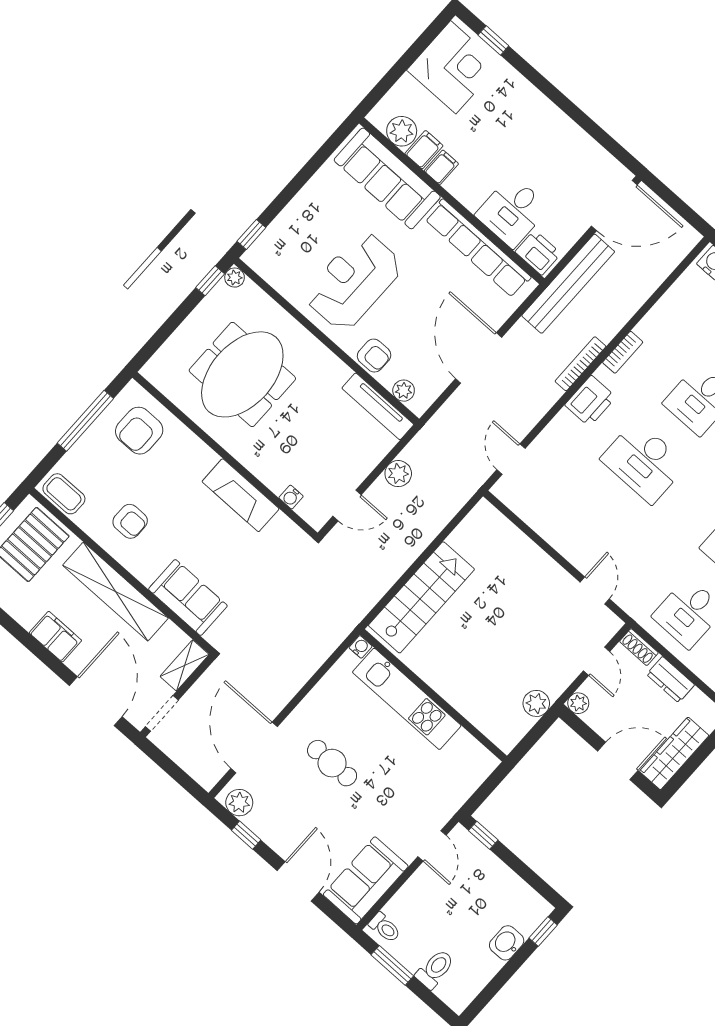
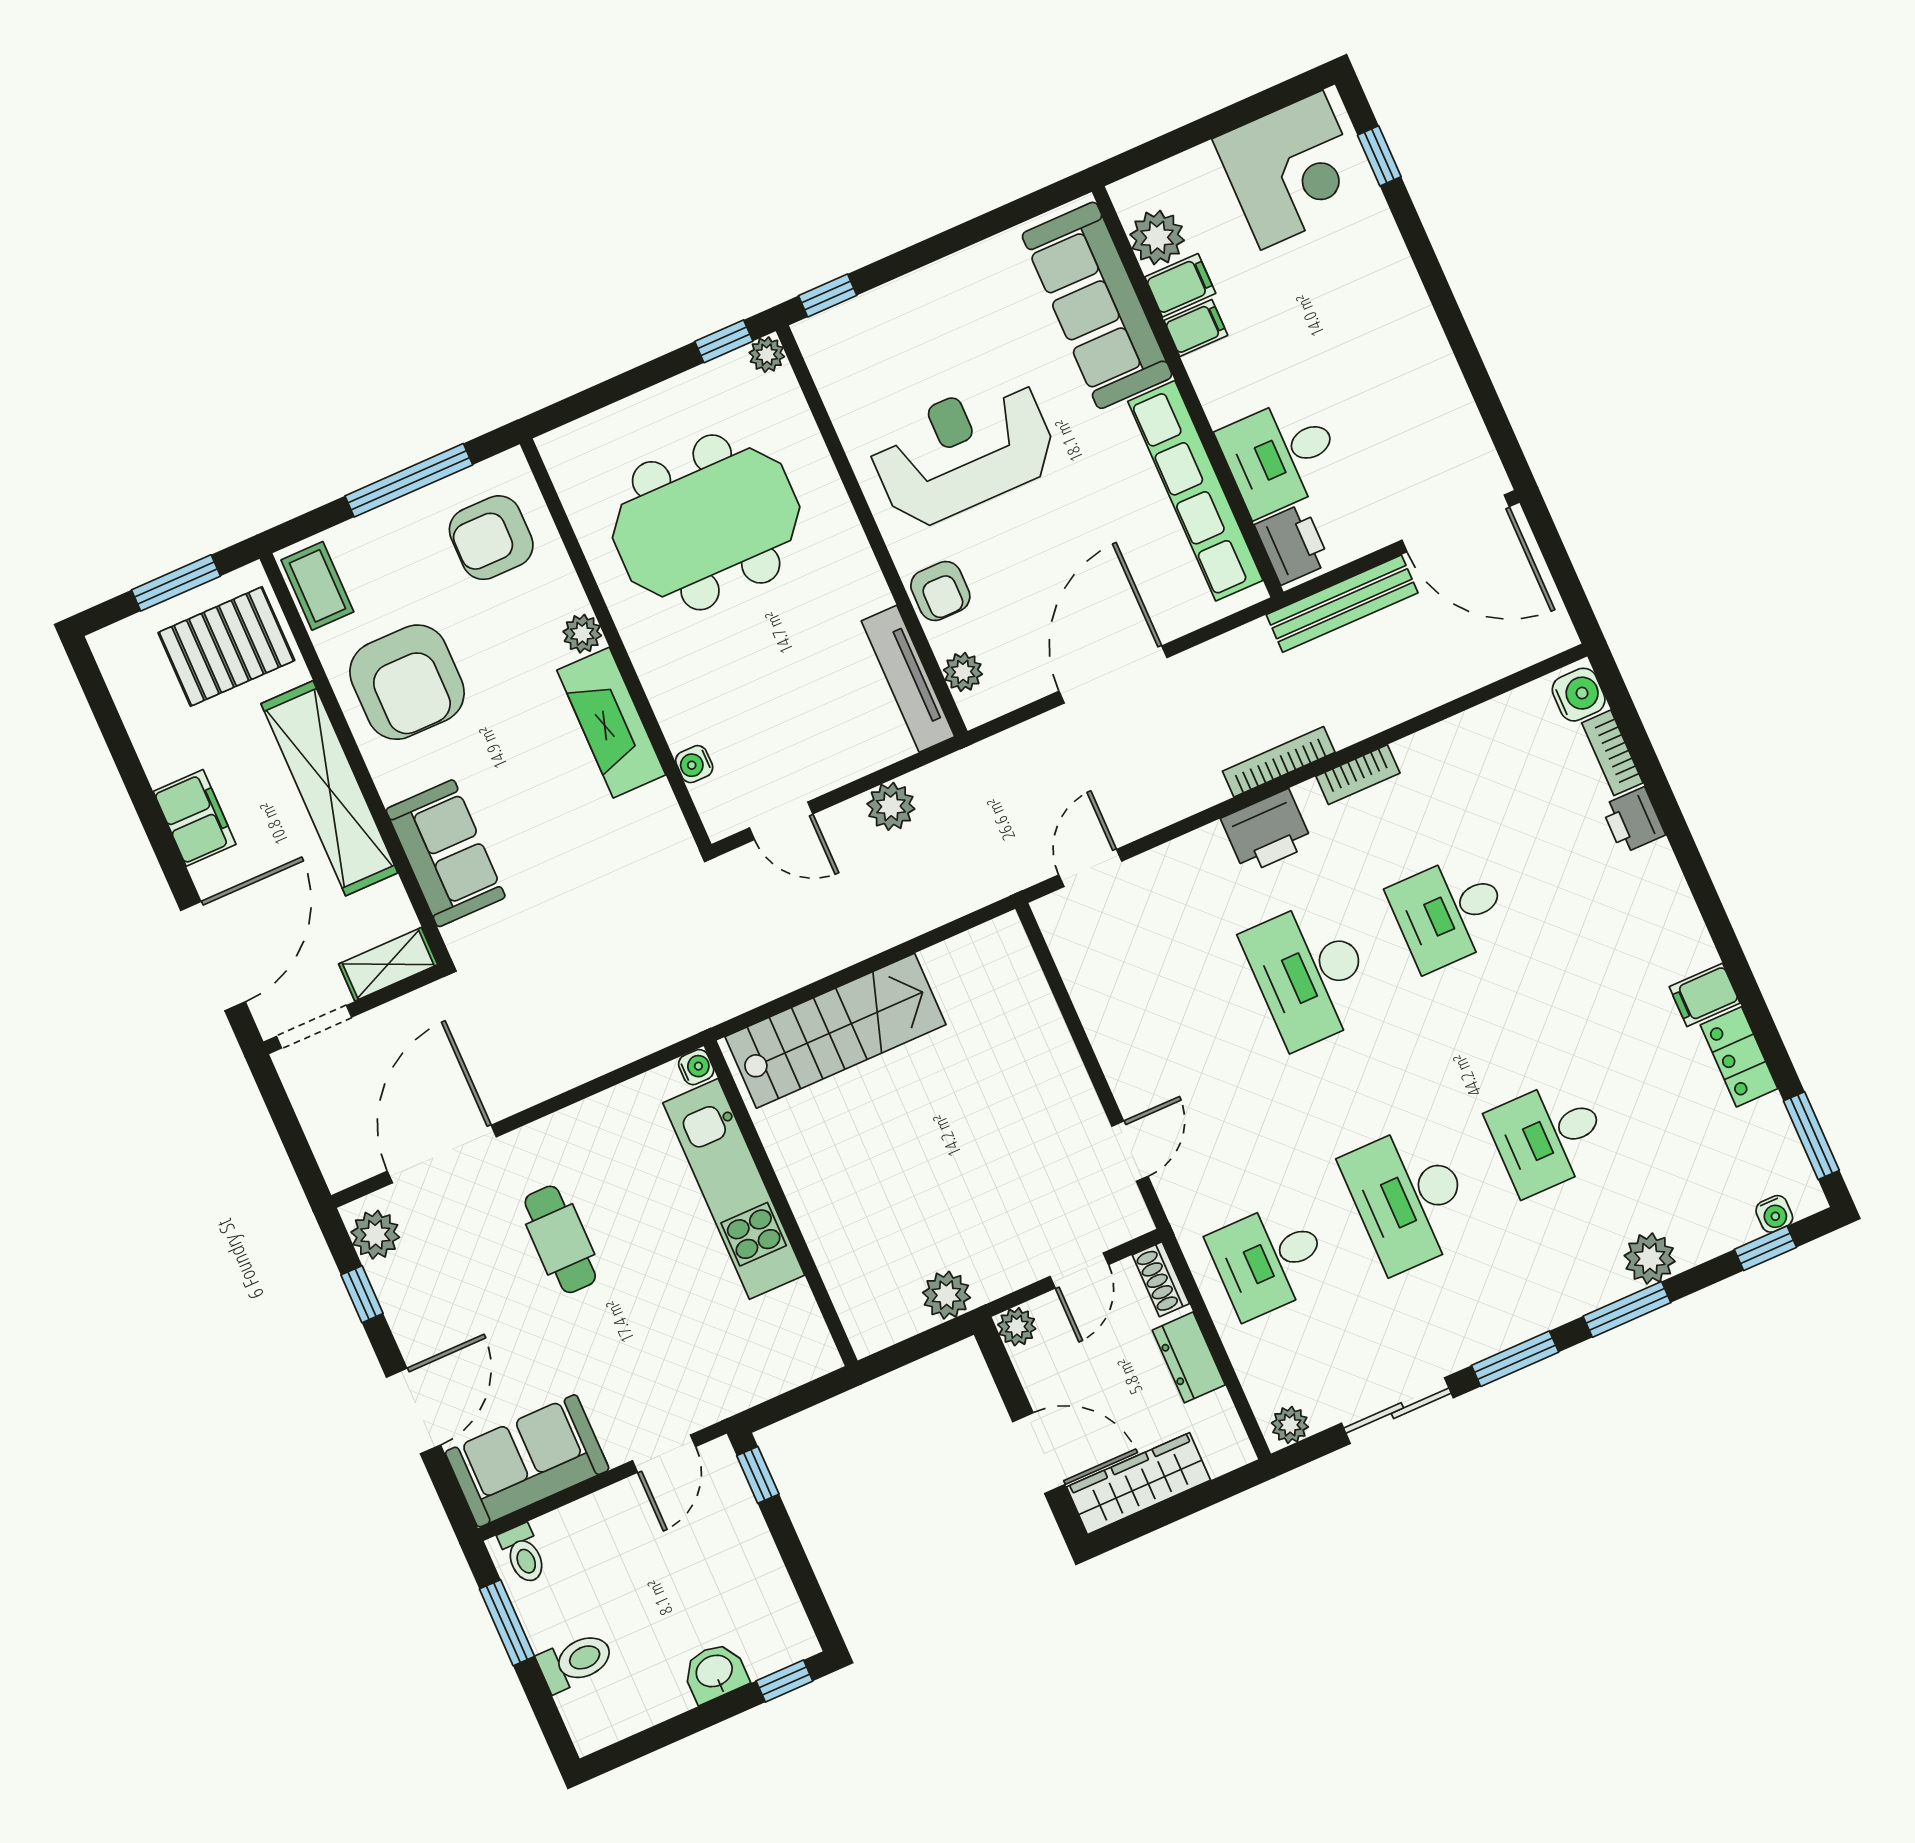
bench: (568, 284) -> (1342, 604), width x0.73, depth x0.82
plant: (206, 458) -> (582, 634), added
armchair: (130, 521) -> (407, 682), width x1.88, depth x1.88

